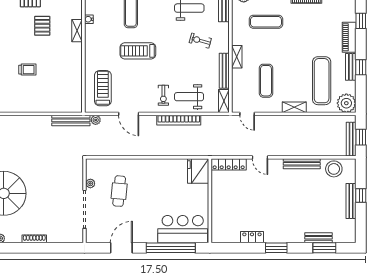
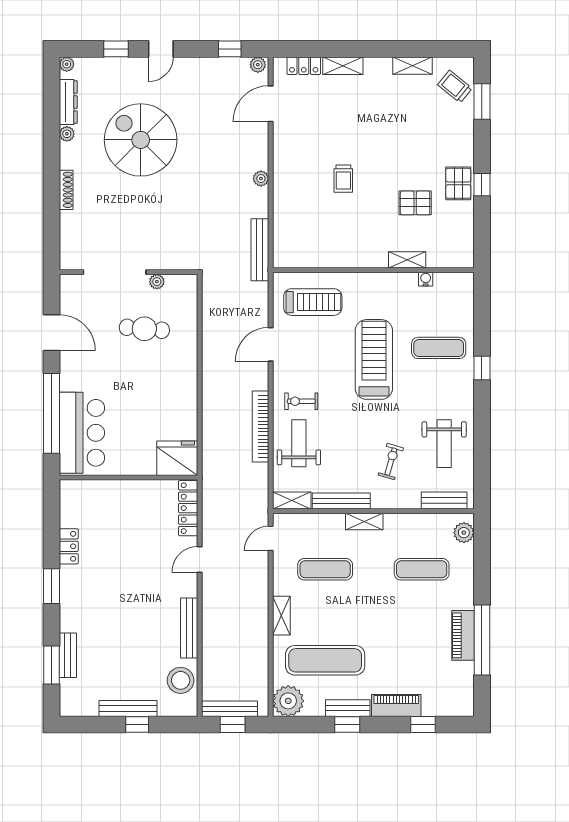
exercise mat: (266, 22) -> (422, 569), turned 90
treadmill: (138, 51) -> (374, 359), width x1.37, depth x1.38
plant: (96, 120) -> (261, 179), moved

